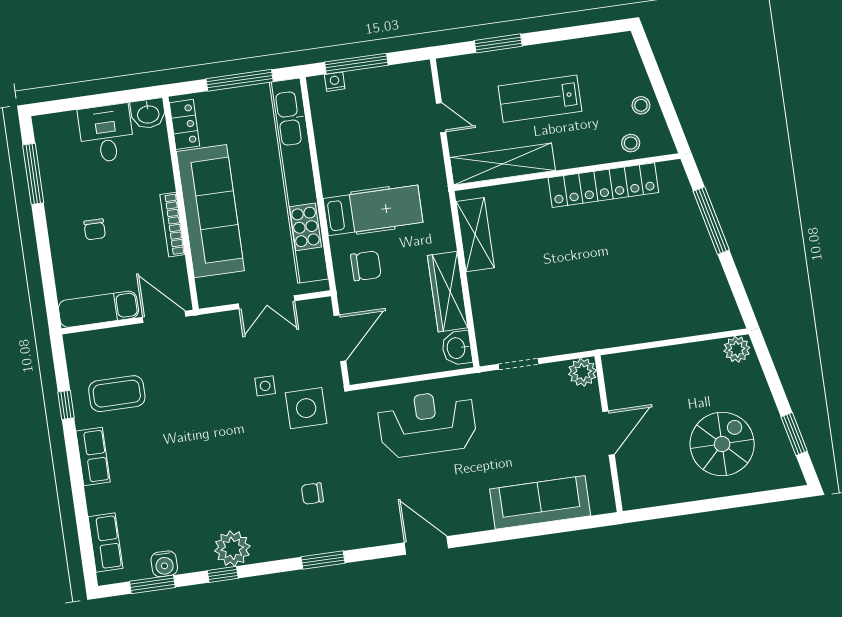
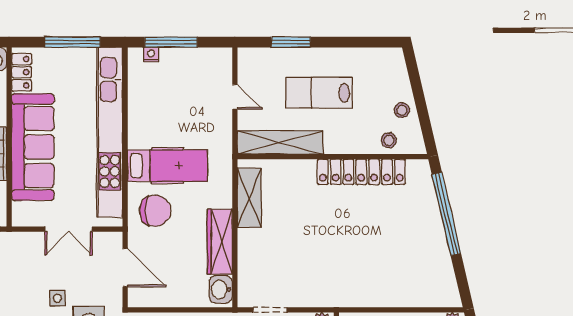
window: (711, 221) -> (446, 214), width x1.46
chair: (366, 266) -> (155, 211), width x1.37, depth x1.37
door: (340, 338) -> (125, 267), hinge flipped

